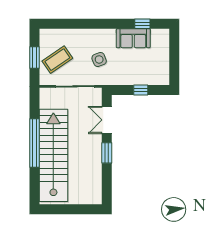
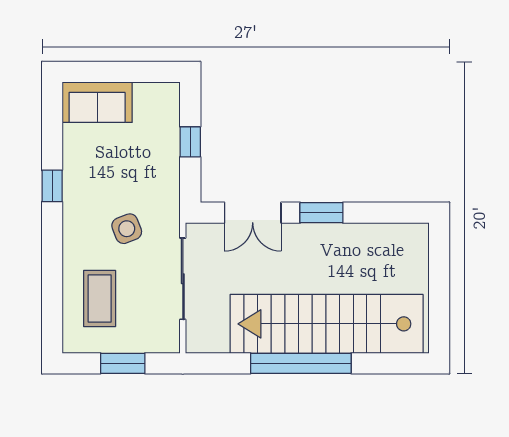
window: (142, 24) -> (52, 186), moved
sofa: (133, 38) -> (97, 102), moved, turned 90
coffee table: (57, 60) -> (100, 299), moved, turned 34

